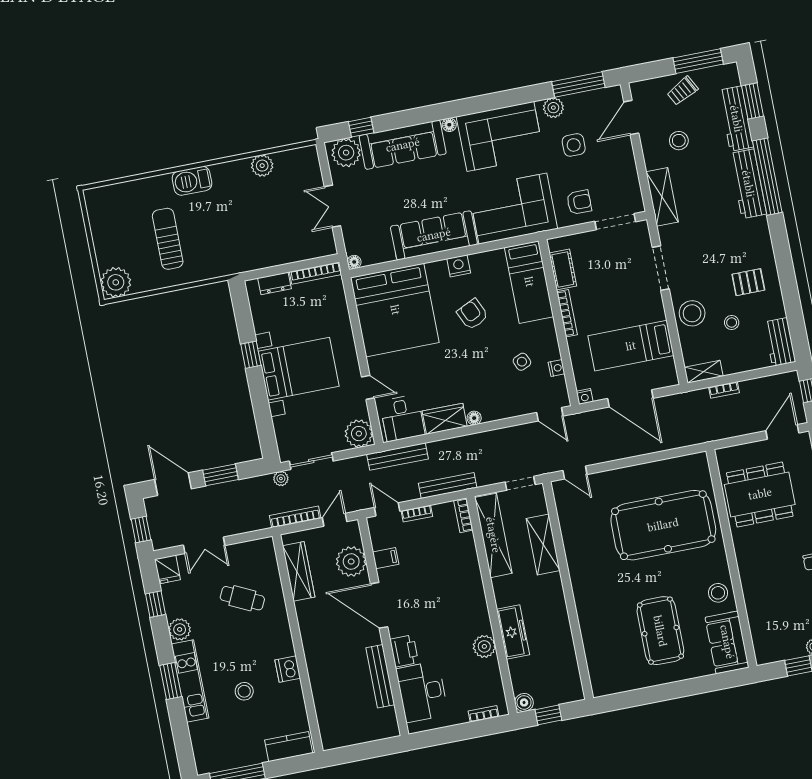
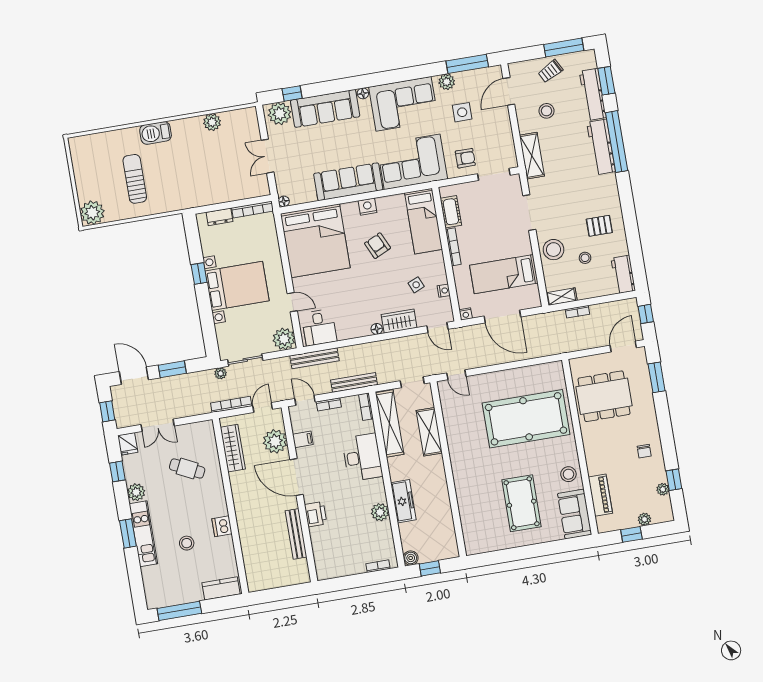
wardrobe: (445, 419) -> (399, 321), moved
piano: (759, 618) -> (600, 495), added
desk: (422, 692) -> (362, 457), moved, turned 180

